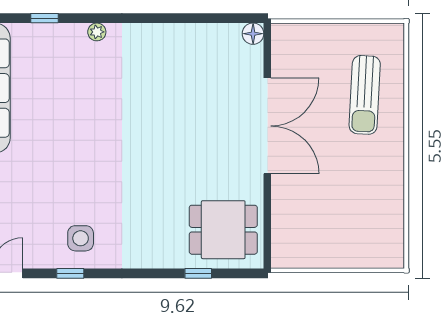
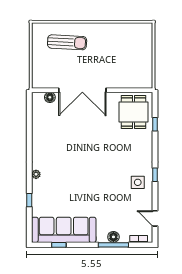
floor lamp: (253, 34) -> (50, 97), moved
double door: (267, 126) -> (82, 90), swing flipped
window: (70, 273) -> (155, 175), moved

